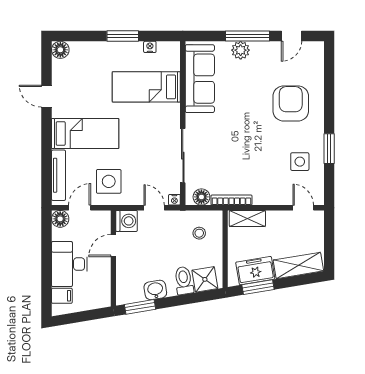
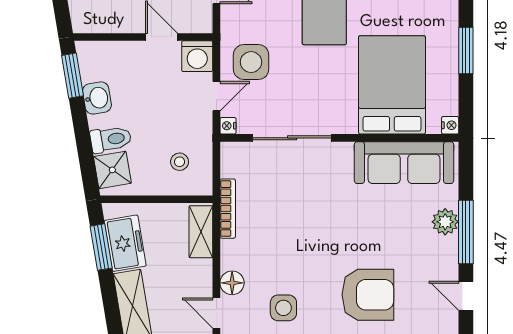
nightstand: (150, 47) -> (450, 125), moved
bed: (146, 87) -> (392, 85), width x1.50
side table: (109, 181) -> (251, 62), moved
floor lamp: (201, 197) -> (232, 283), moved
door: (303, 208) -> (216, 313), swing flipped

